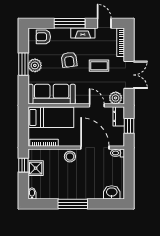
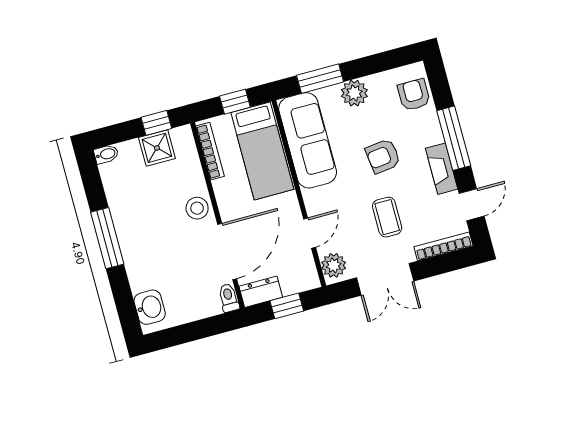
window: (23, 64) -> (320, 79), moved
dresser: (119, 116) -> (261, 292), moved
window: (23, 124) -> (235, 102), added

